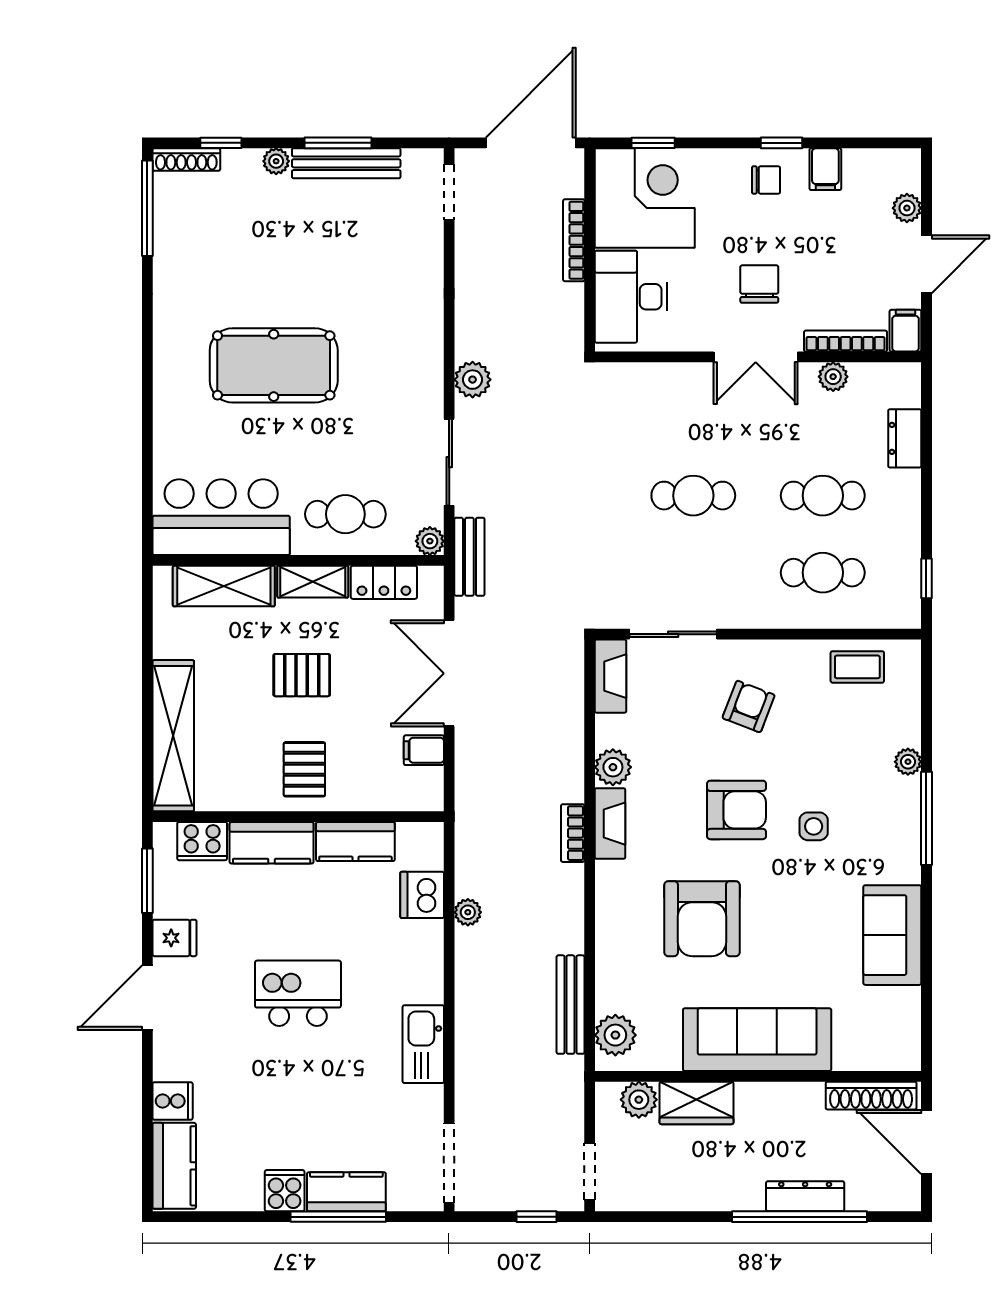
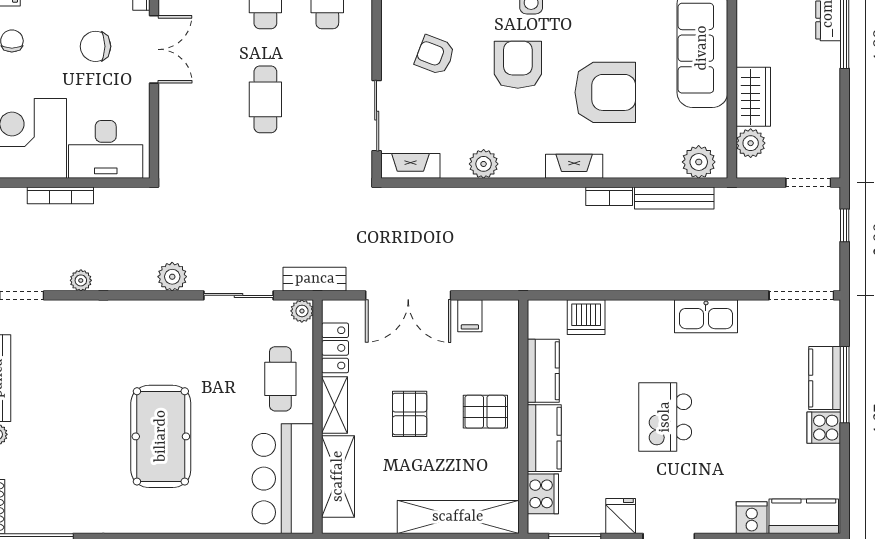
fireplace: (610, 824) -> (574, 166), moved
bookcase: (573, 833) -> (609, 196), moved
plant: (468, 912) -> (81, 280), moved

